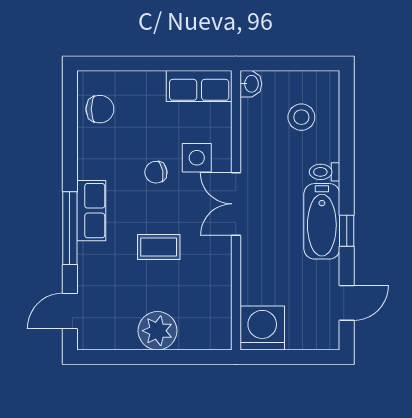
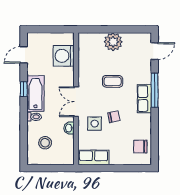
washbasin: (251, 84) -> (69, 128), moved
double door: (236, 204) -> (76, 102), swing flipped
washing machine: (262, 328) -> (64, 56), moved, turned 90

